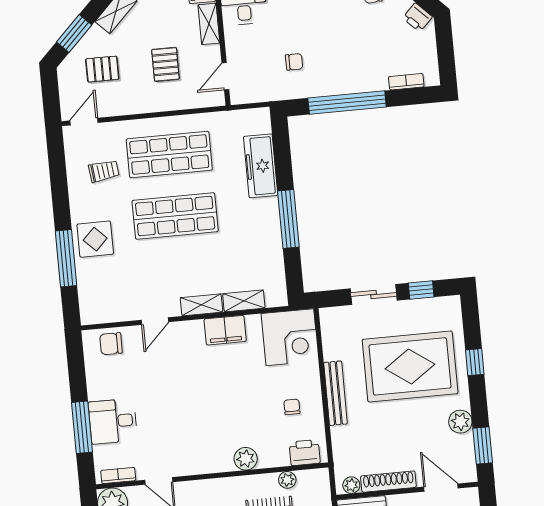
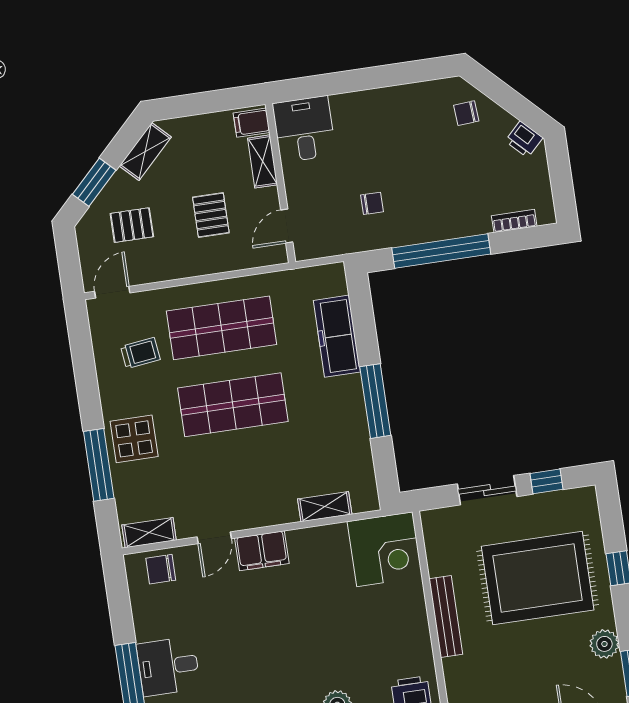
shelving: (201, 305) -> (149, 533), moved
filing cabinet: (225, 330) -> (262, 551), moved
chair: (292, 407) -> (392, 636), removed

